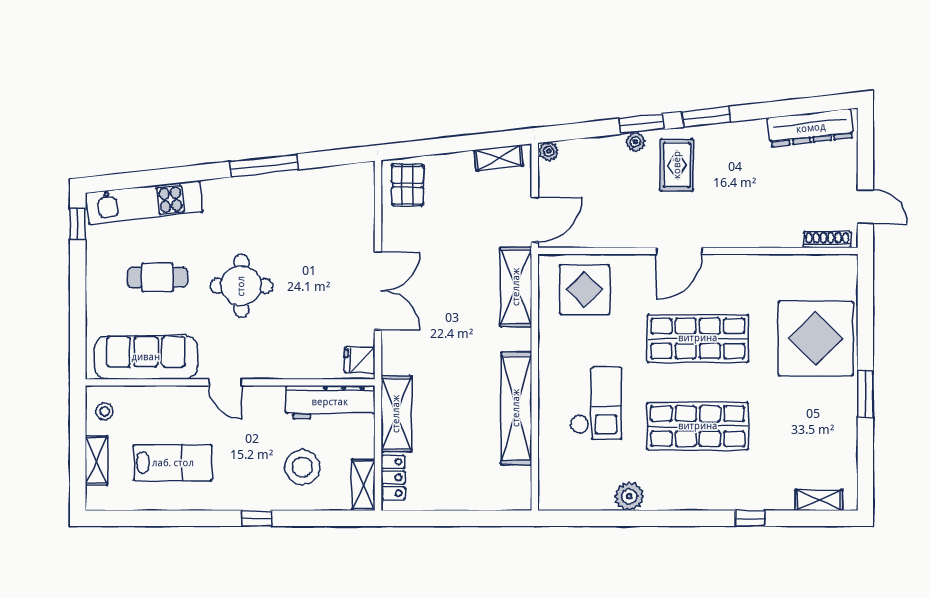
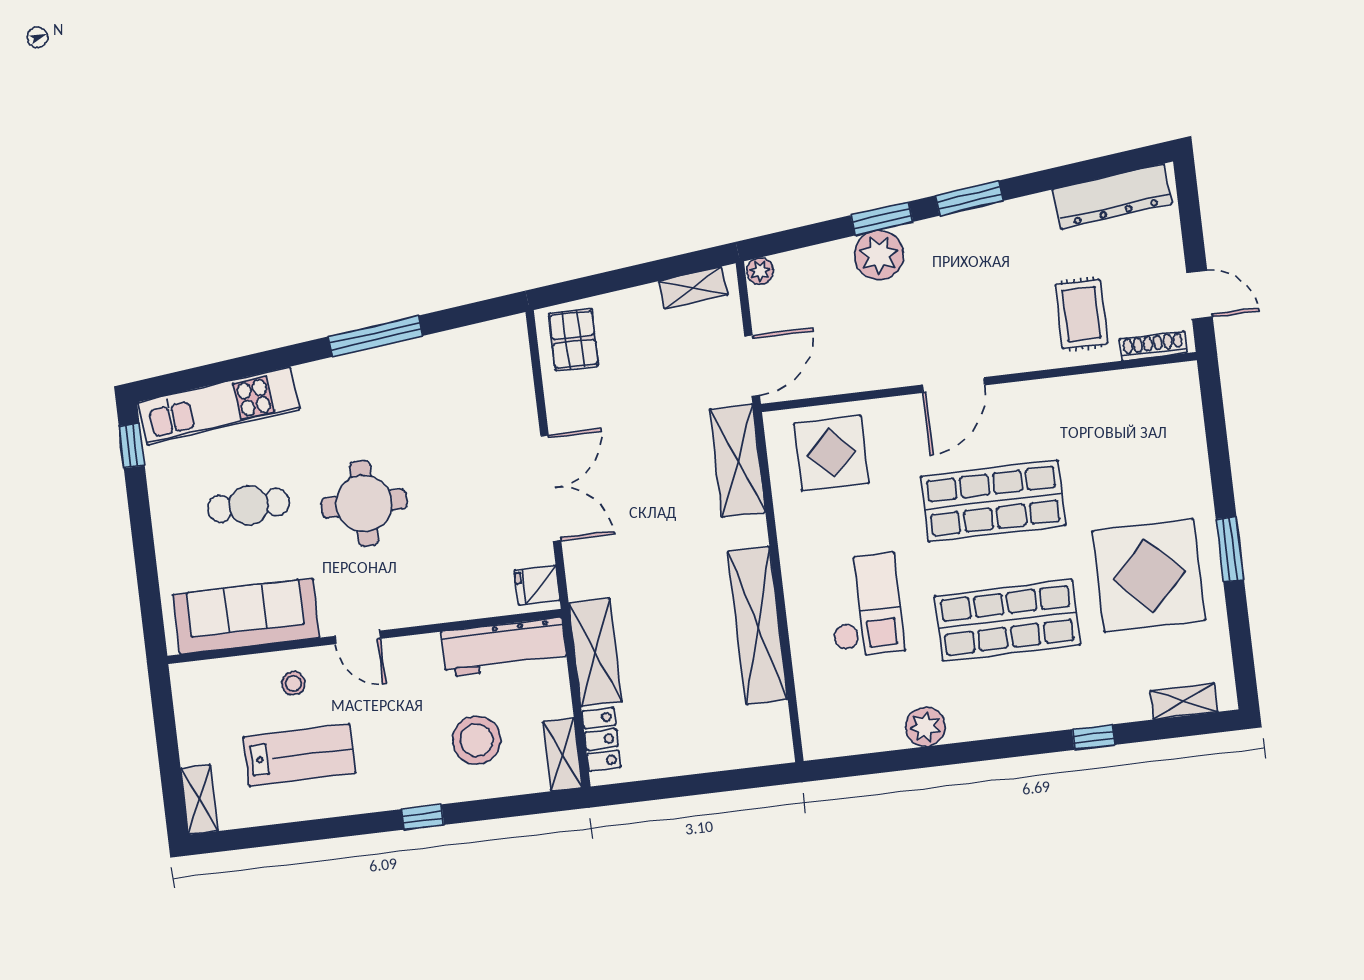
plant: (635, 142) -> (879, 255), width x1.88, depth x1.88
rug: (677, 165) -> (1081, 314), moved
display table: (816, 338) -> (1149, 575), moved
stool: (105, 411) -> (293, 683), moved
shelving: (96, 460) -> (199, 800), moved

